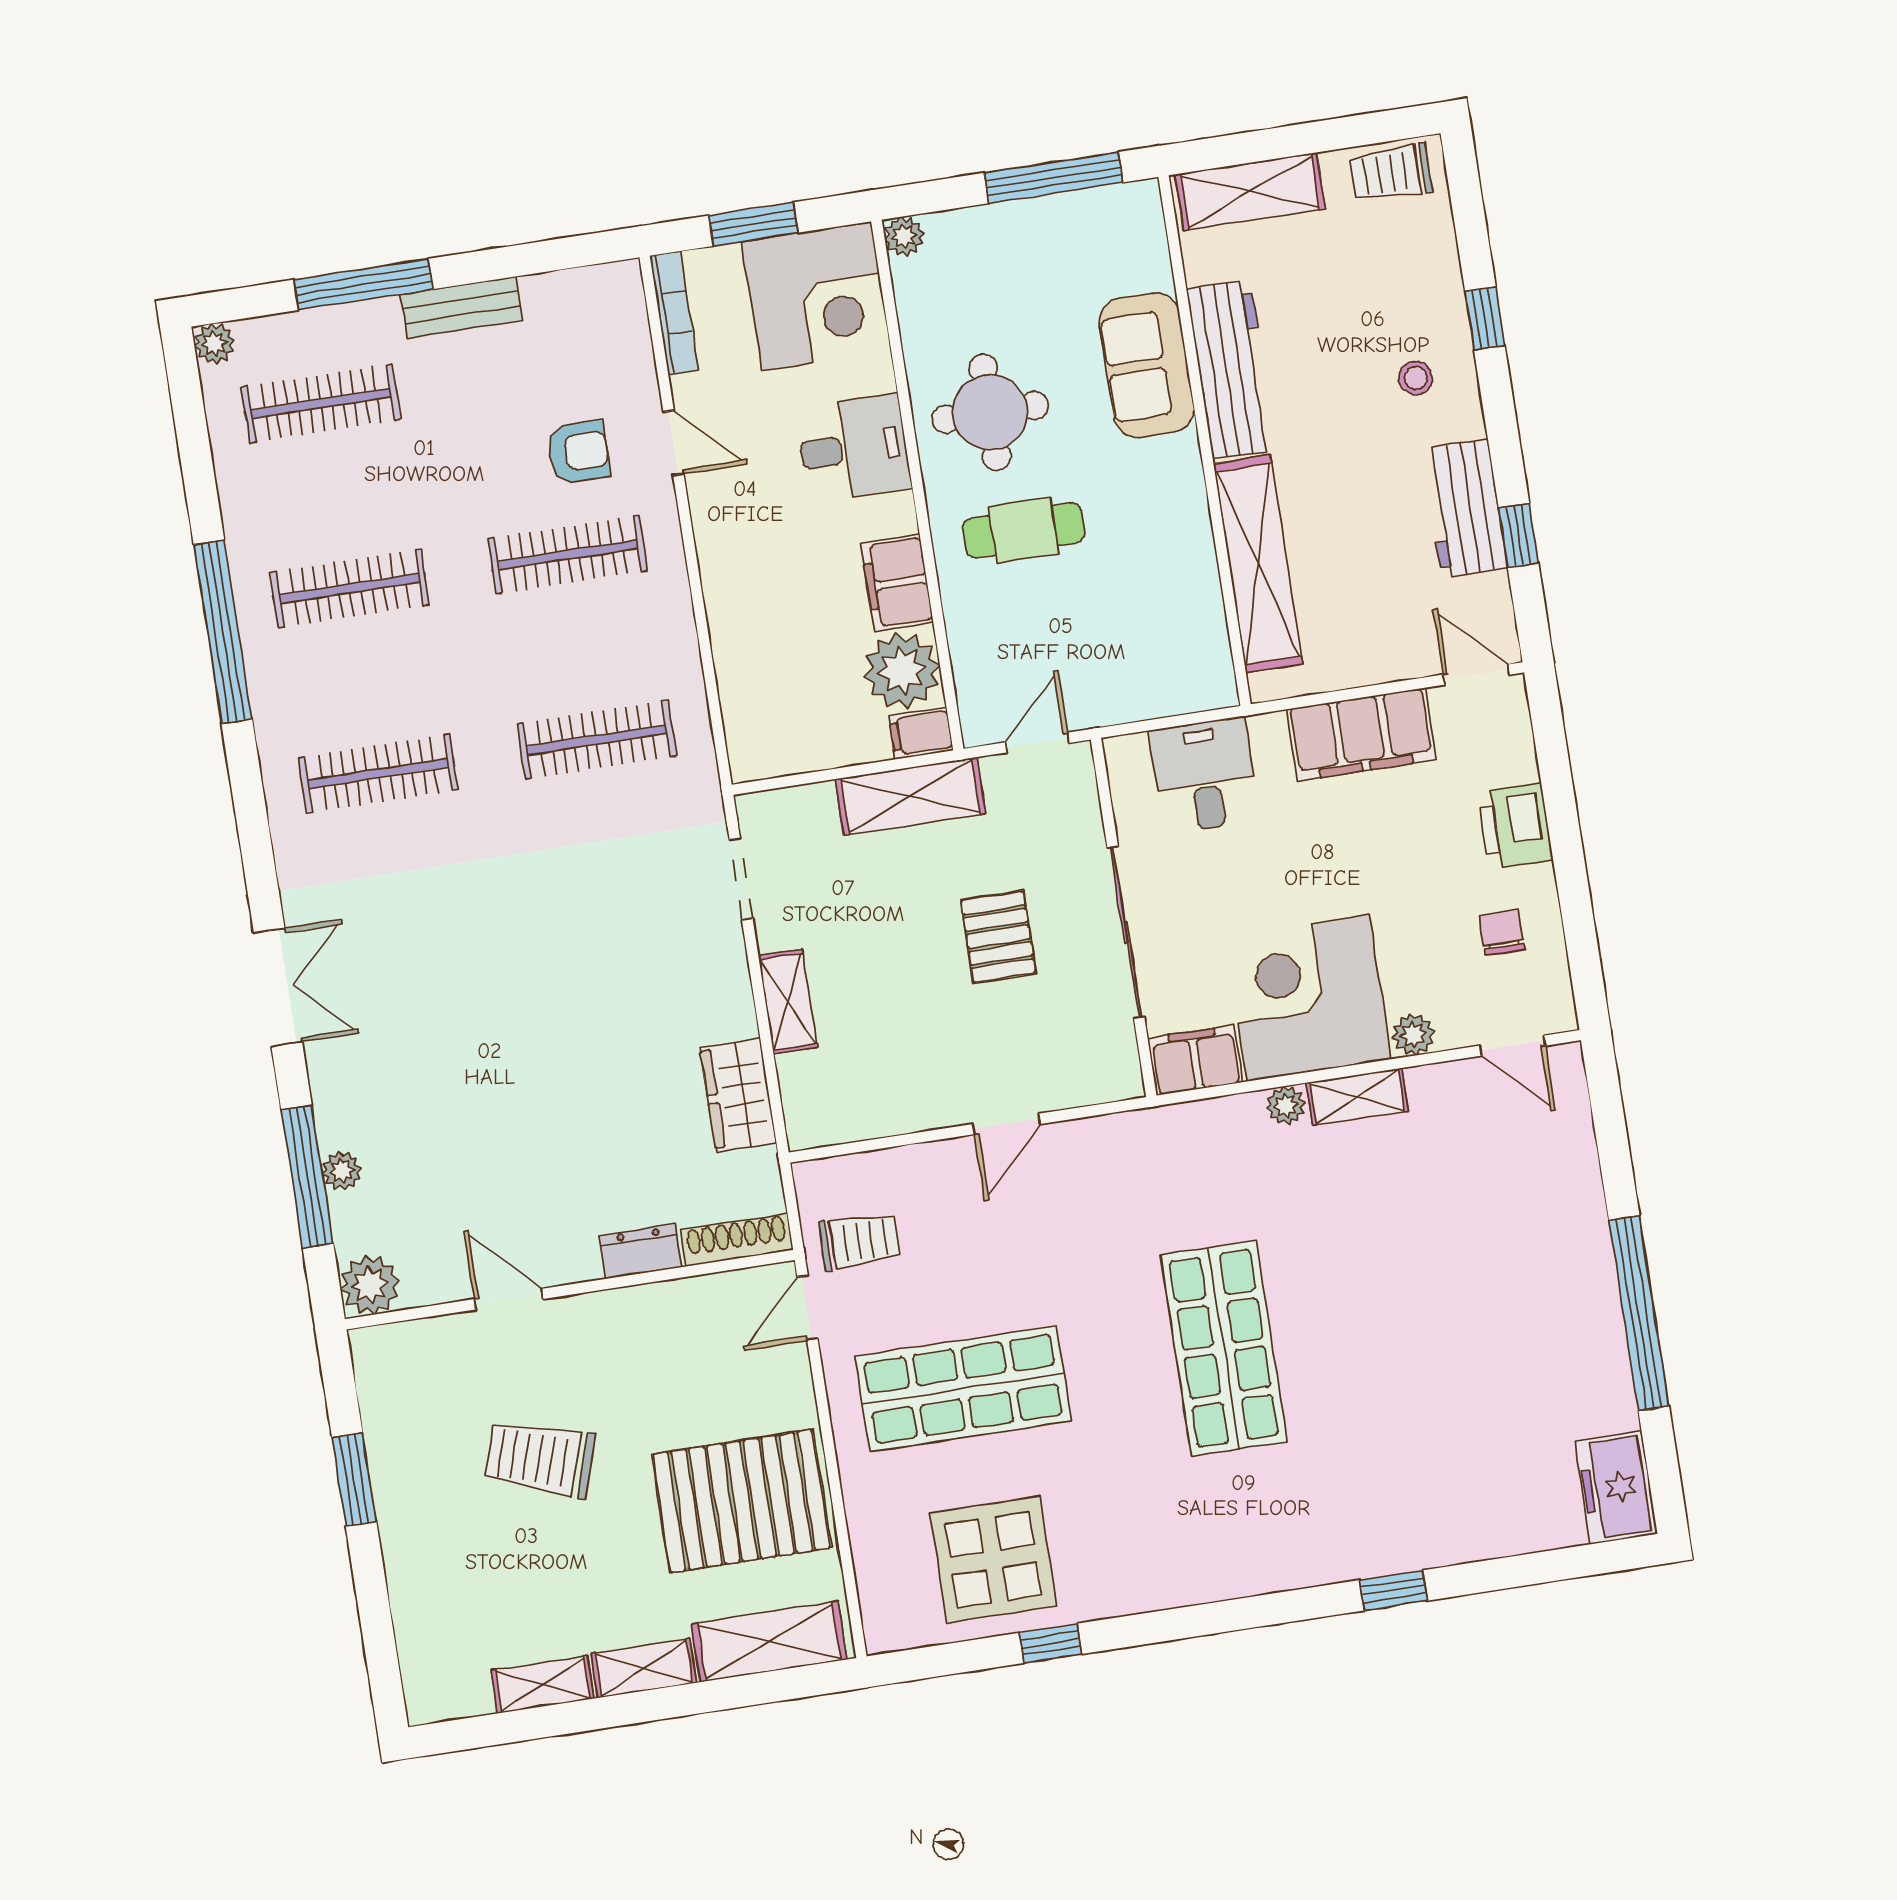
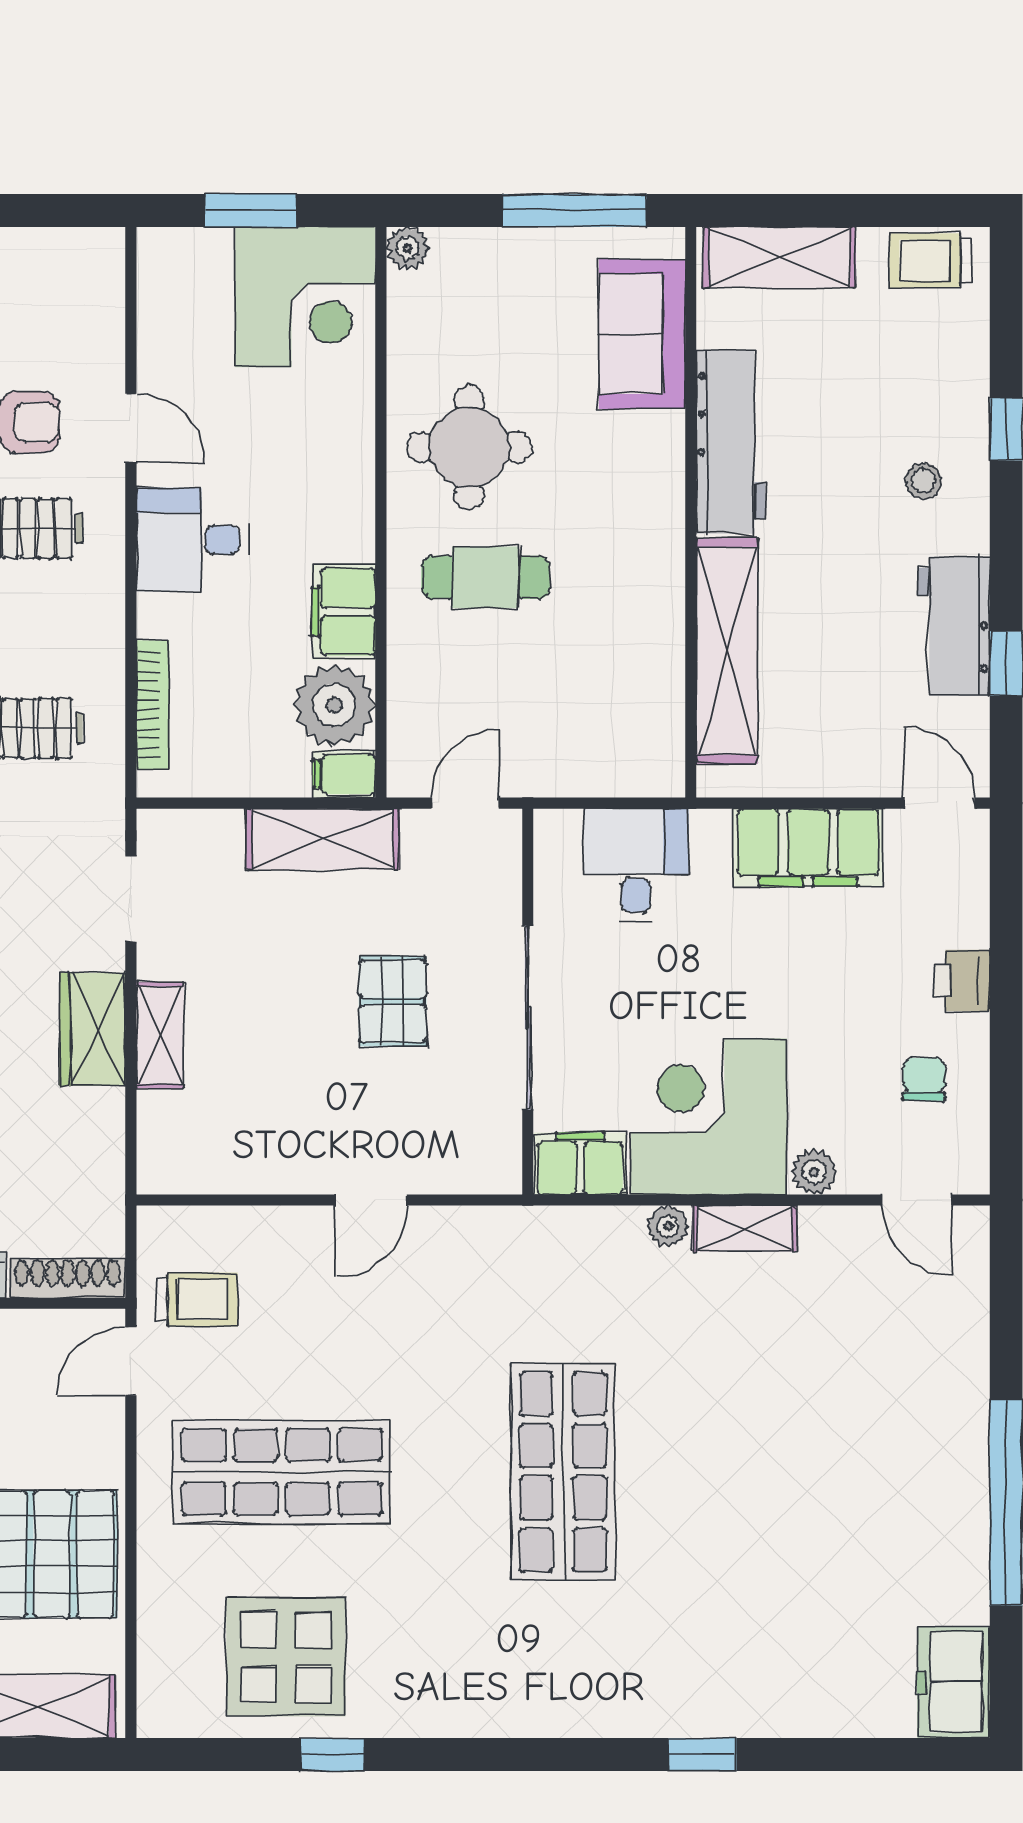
bookcase: (674, 313) -> (153, 705), moved
sofa: (1147, 365) -> (642, 334), moved
desk: (853, 448) -> (192, 540), moved, turned 180
printer: (1515, 826) -> (962, 980), width x0.73, depth x0.81
wardrobe: (738, 1095) -> (93, 1029), moved

